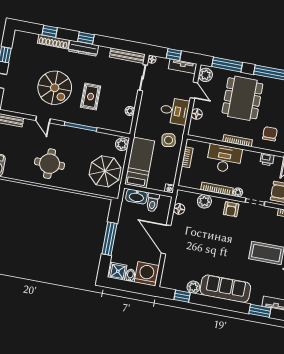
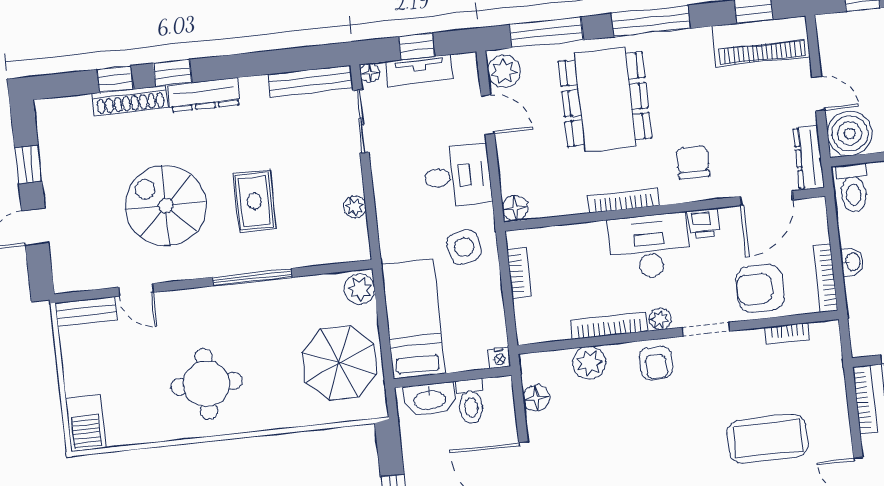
window: (86, 38) -> (172, 73), moved
tv unit: (183, 66) -> (420, 70), moved
spiral stairs: (55, 88) -> (166, 206), turned 180
floor lamp: (197, 114) -> (515, 208), moved
door: (43, 120) -> (136, 290), moved
desk: (224, 159) -> (650, 246), moved

